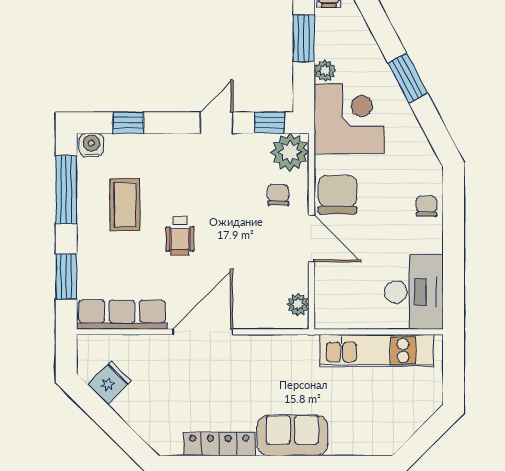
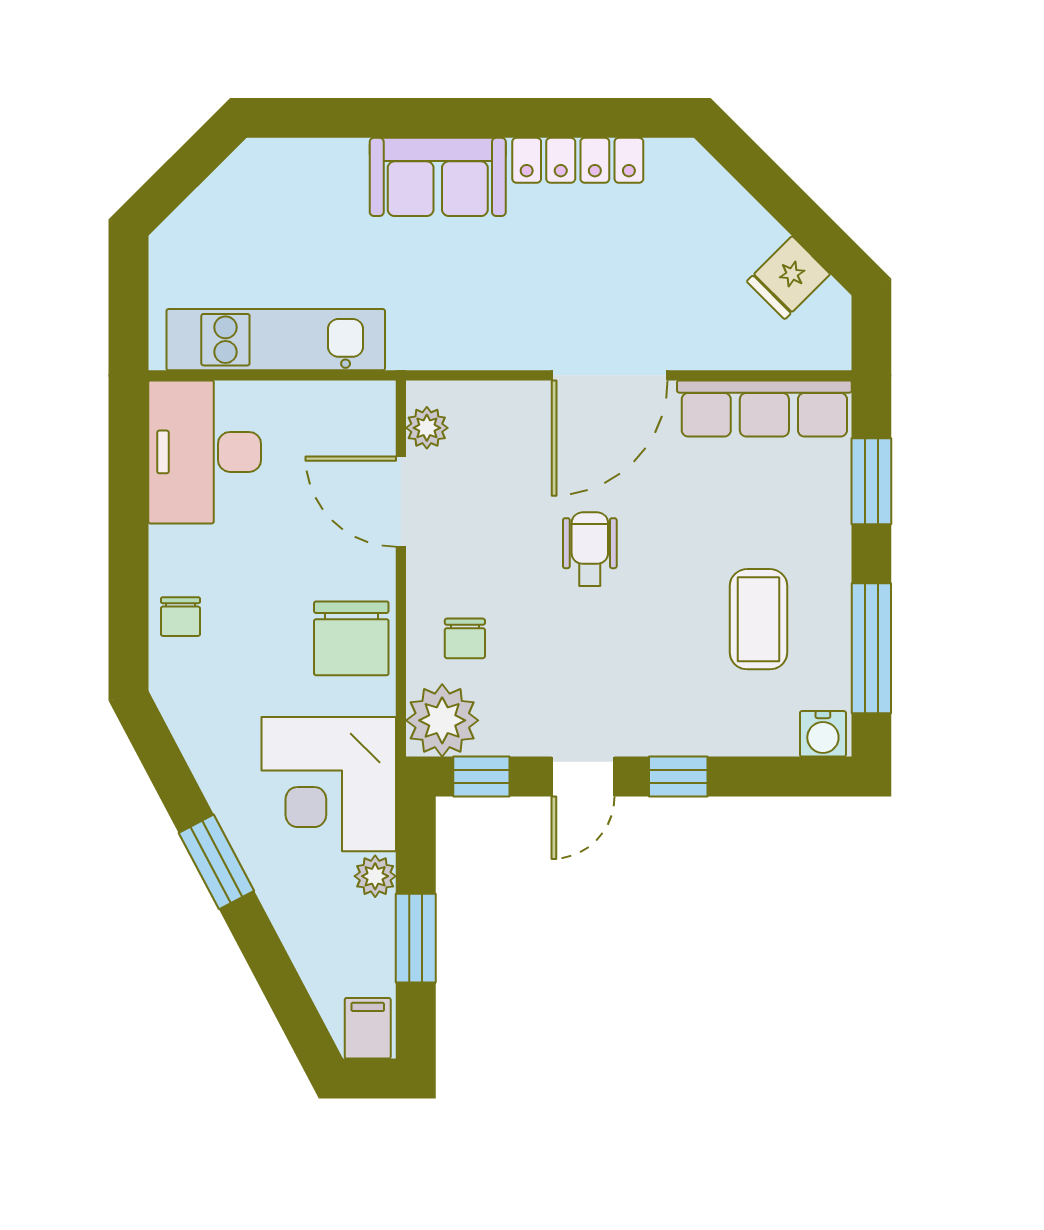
window: (128, 123) -> (678, 776), moved
wheelchair: (180, 236) -> (590, 549), moved
door: (312, 238) -> (401, 502), moved

